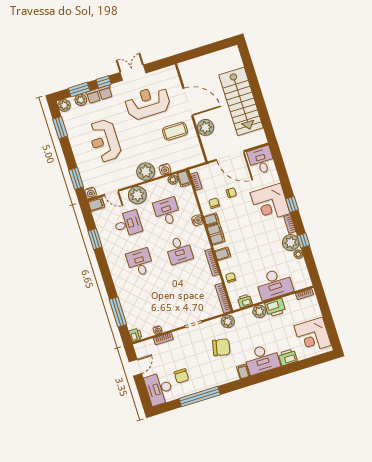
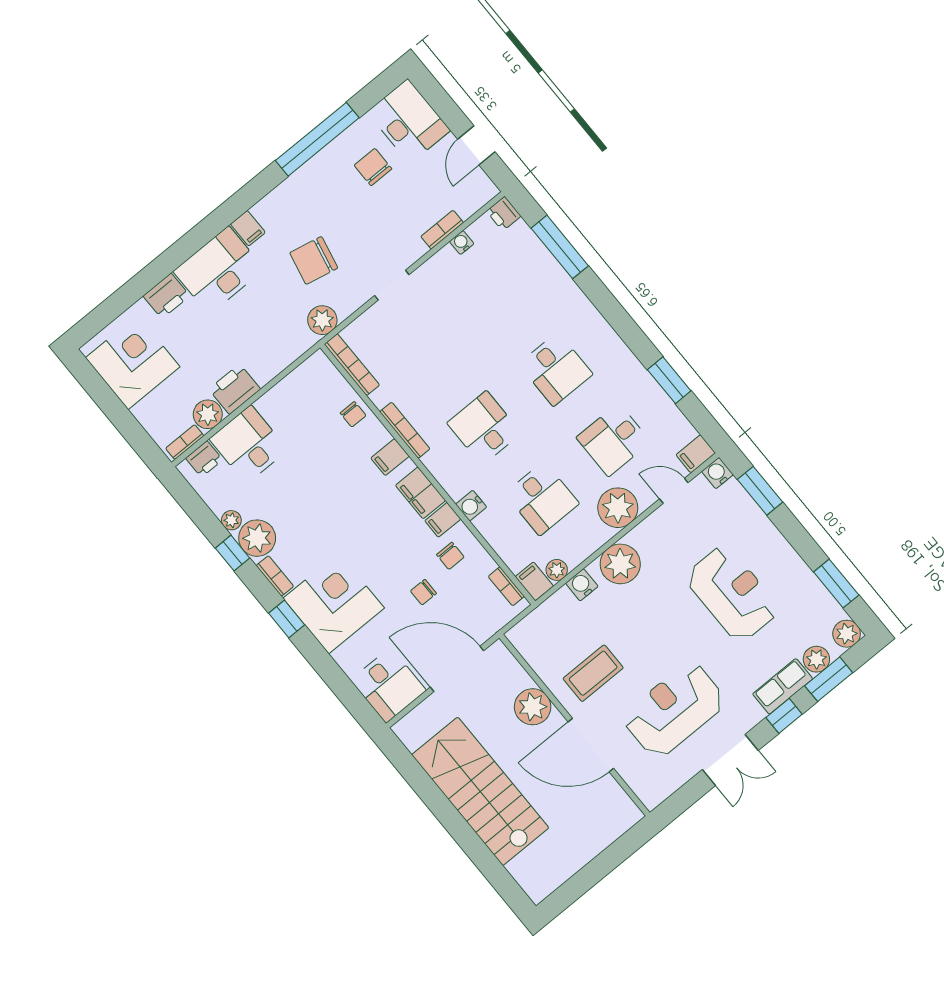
reception desk: (148, 103) -> (674, 710), turned 180
desk: (274, 284) -> (248, 444), width x0.73
printer: (245, 301) -> (204, 459), moved
plant: (259, 311) -> (208, 414), moved

